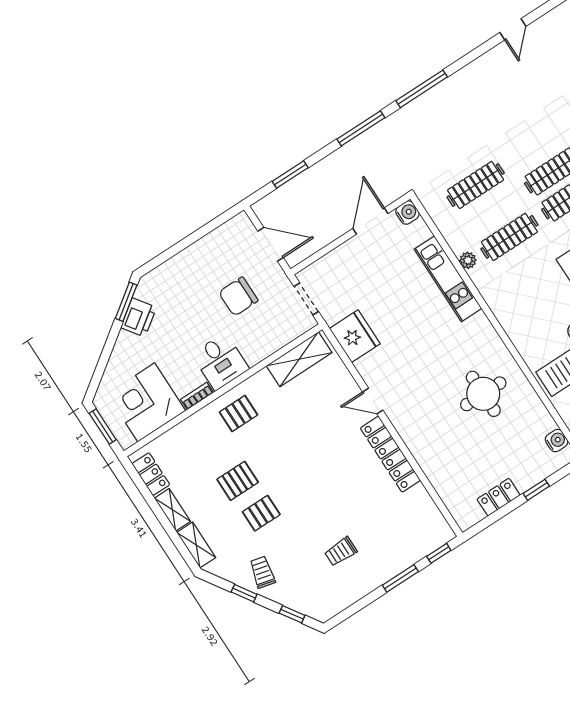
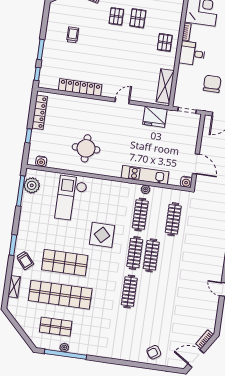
locker: (390, 454) -> (80, 87), moved
locker: (499, 497) -> (40, 112), width x1.53

